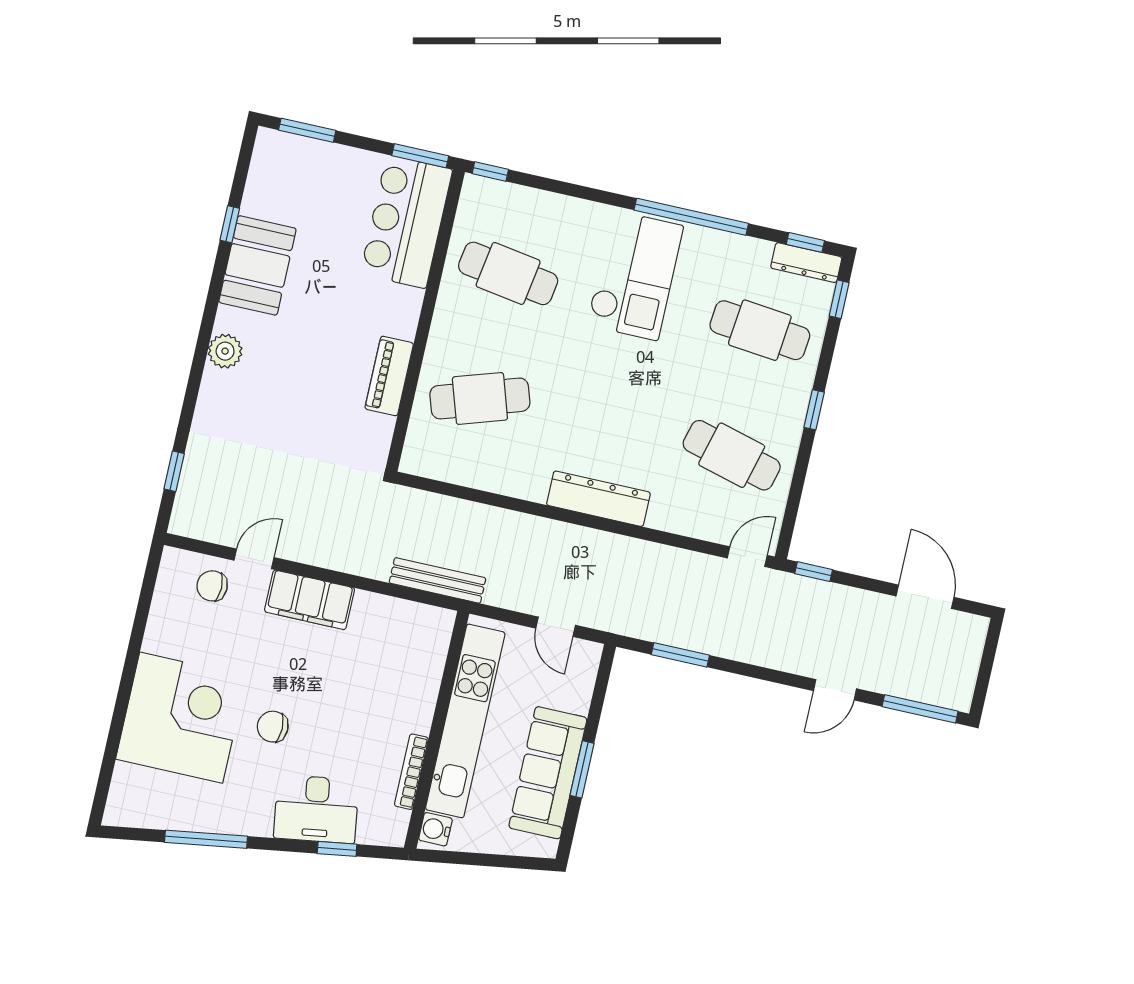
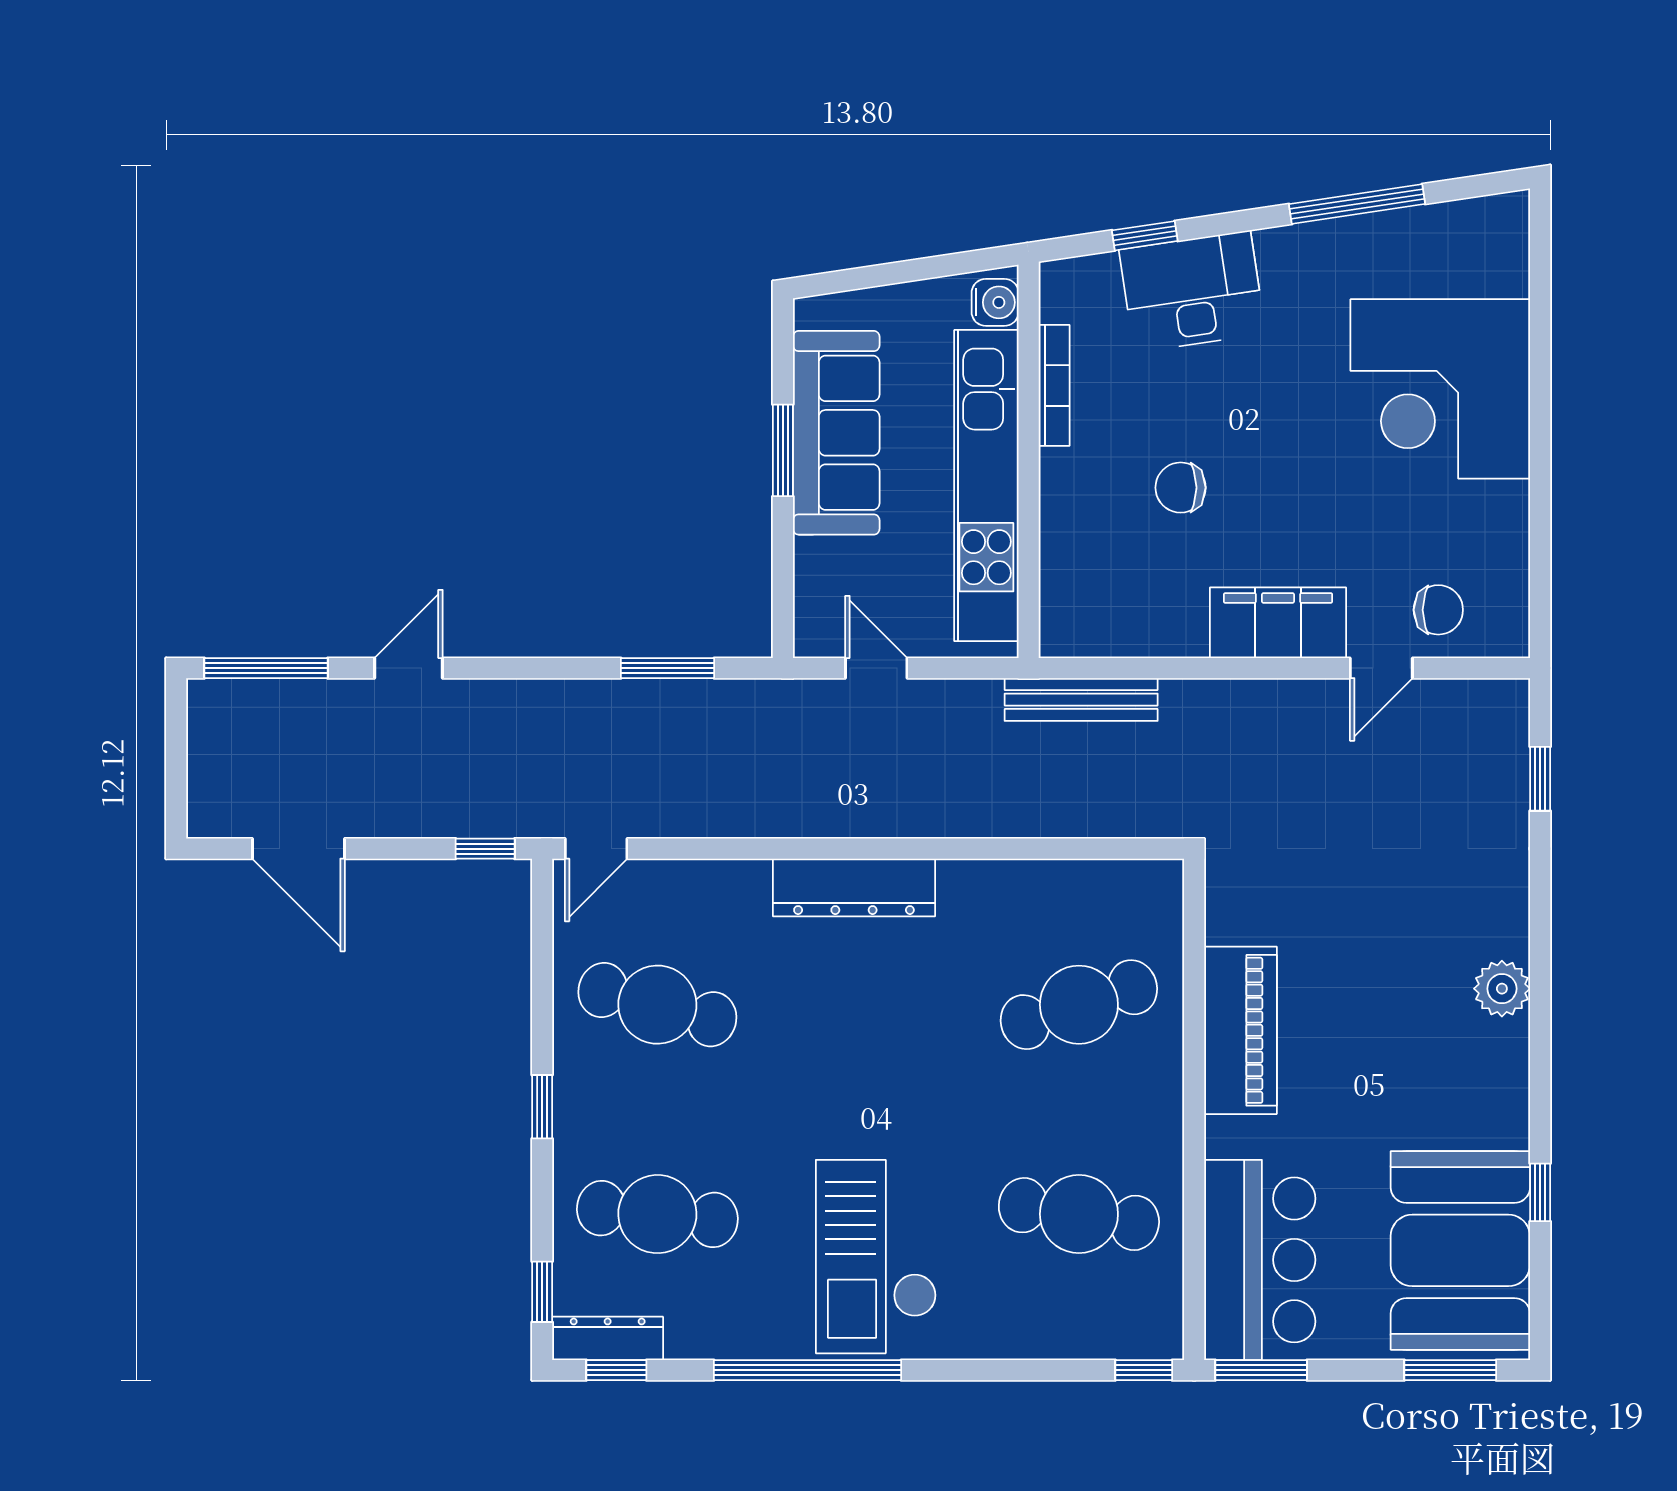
booth: (257, 265) -> (1460, 1250), moved, width x1.36, depth x1.42
piano: (389, 376) -> (1240, 1030), width x1.37, depth x1.33
chair: (273, 727) -> (1181, 488), moved, turned 180

